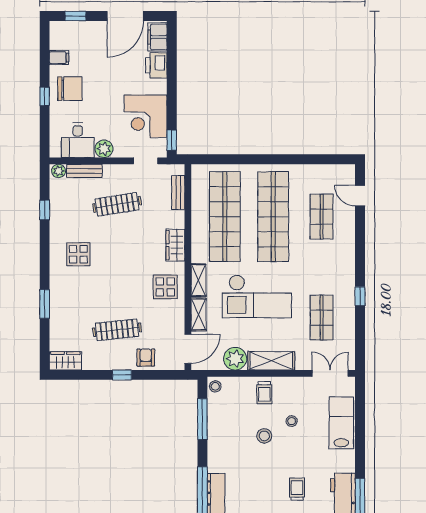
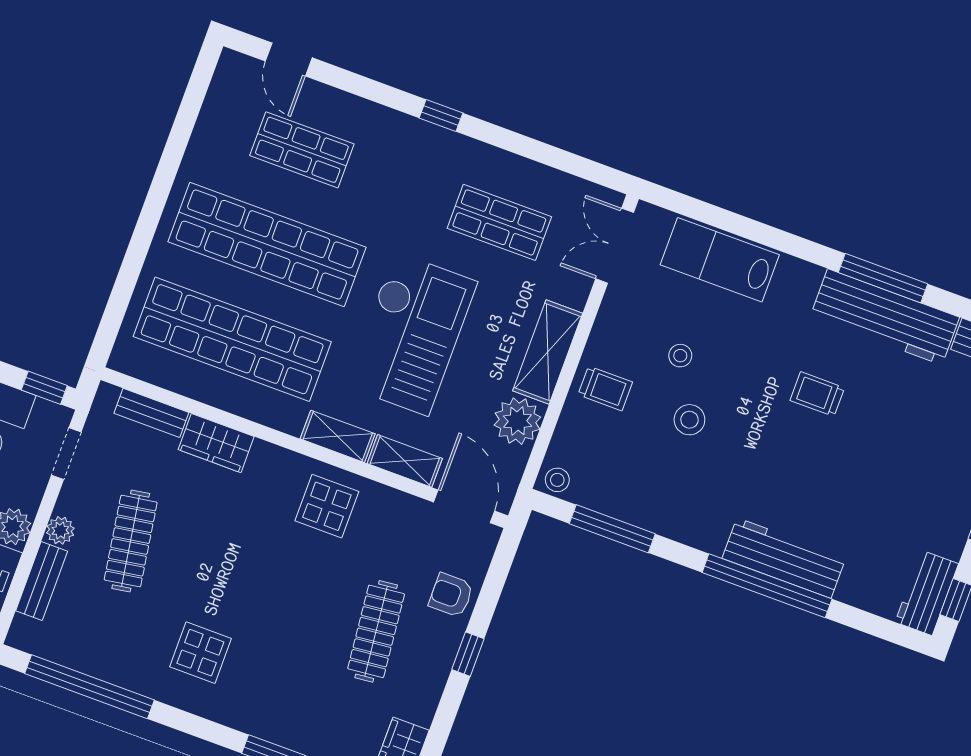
plant: (58, 171) -> (60, 530), moved
door: (360, 196) -> (289, 59), hinge flipped
window: (45, 210) -> (89, 687), width x3.17
wardrobe: (175, 245) -> (216, 443), moved
window: (360, 296) -> (441, 116), moved

